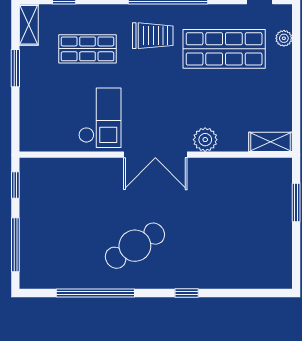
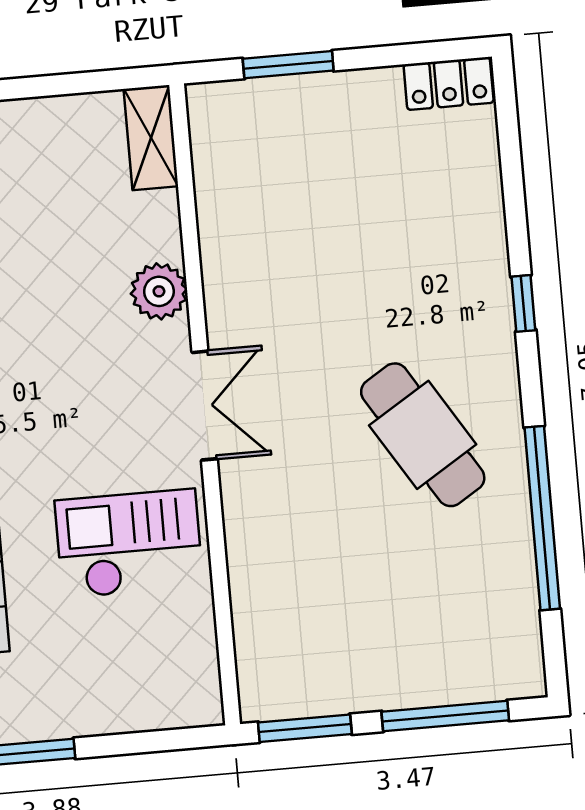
double door: (155, 155) -> (205, 406), width x0.73
window: (15, 185) -> (305, 728), width x1.50
locker: (282, 270) -> (449, 84), added

